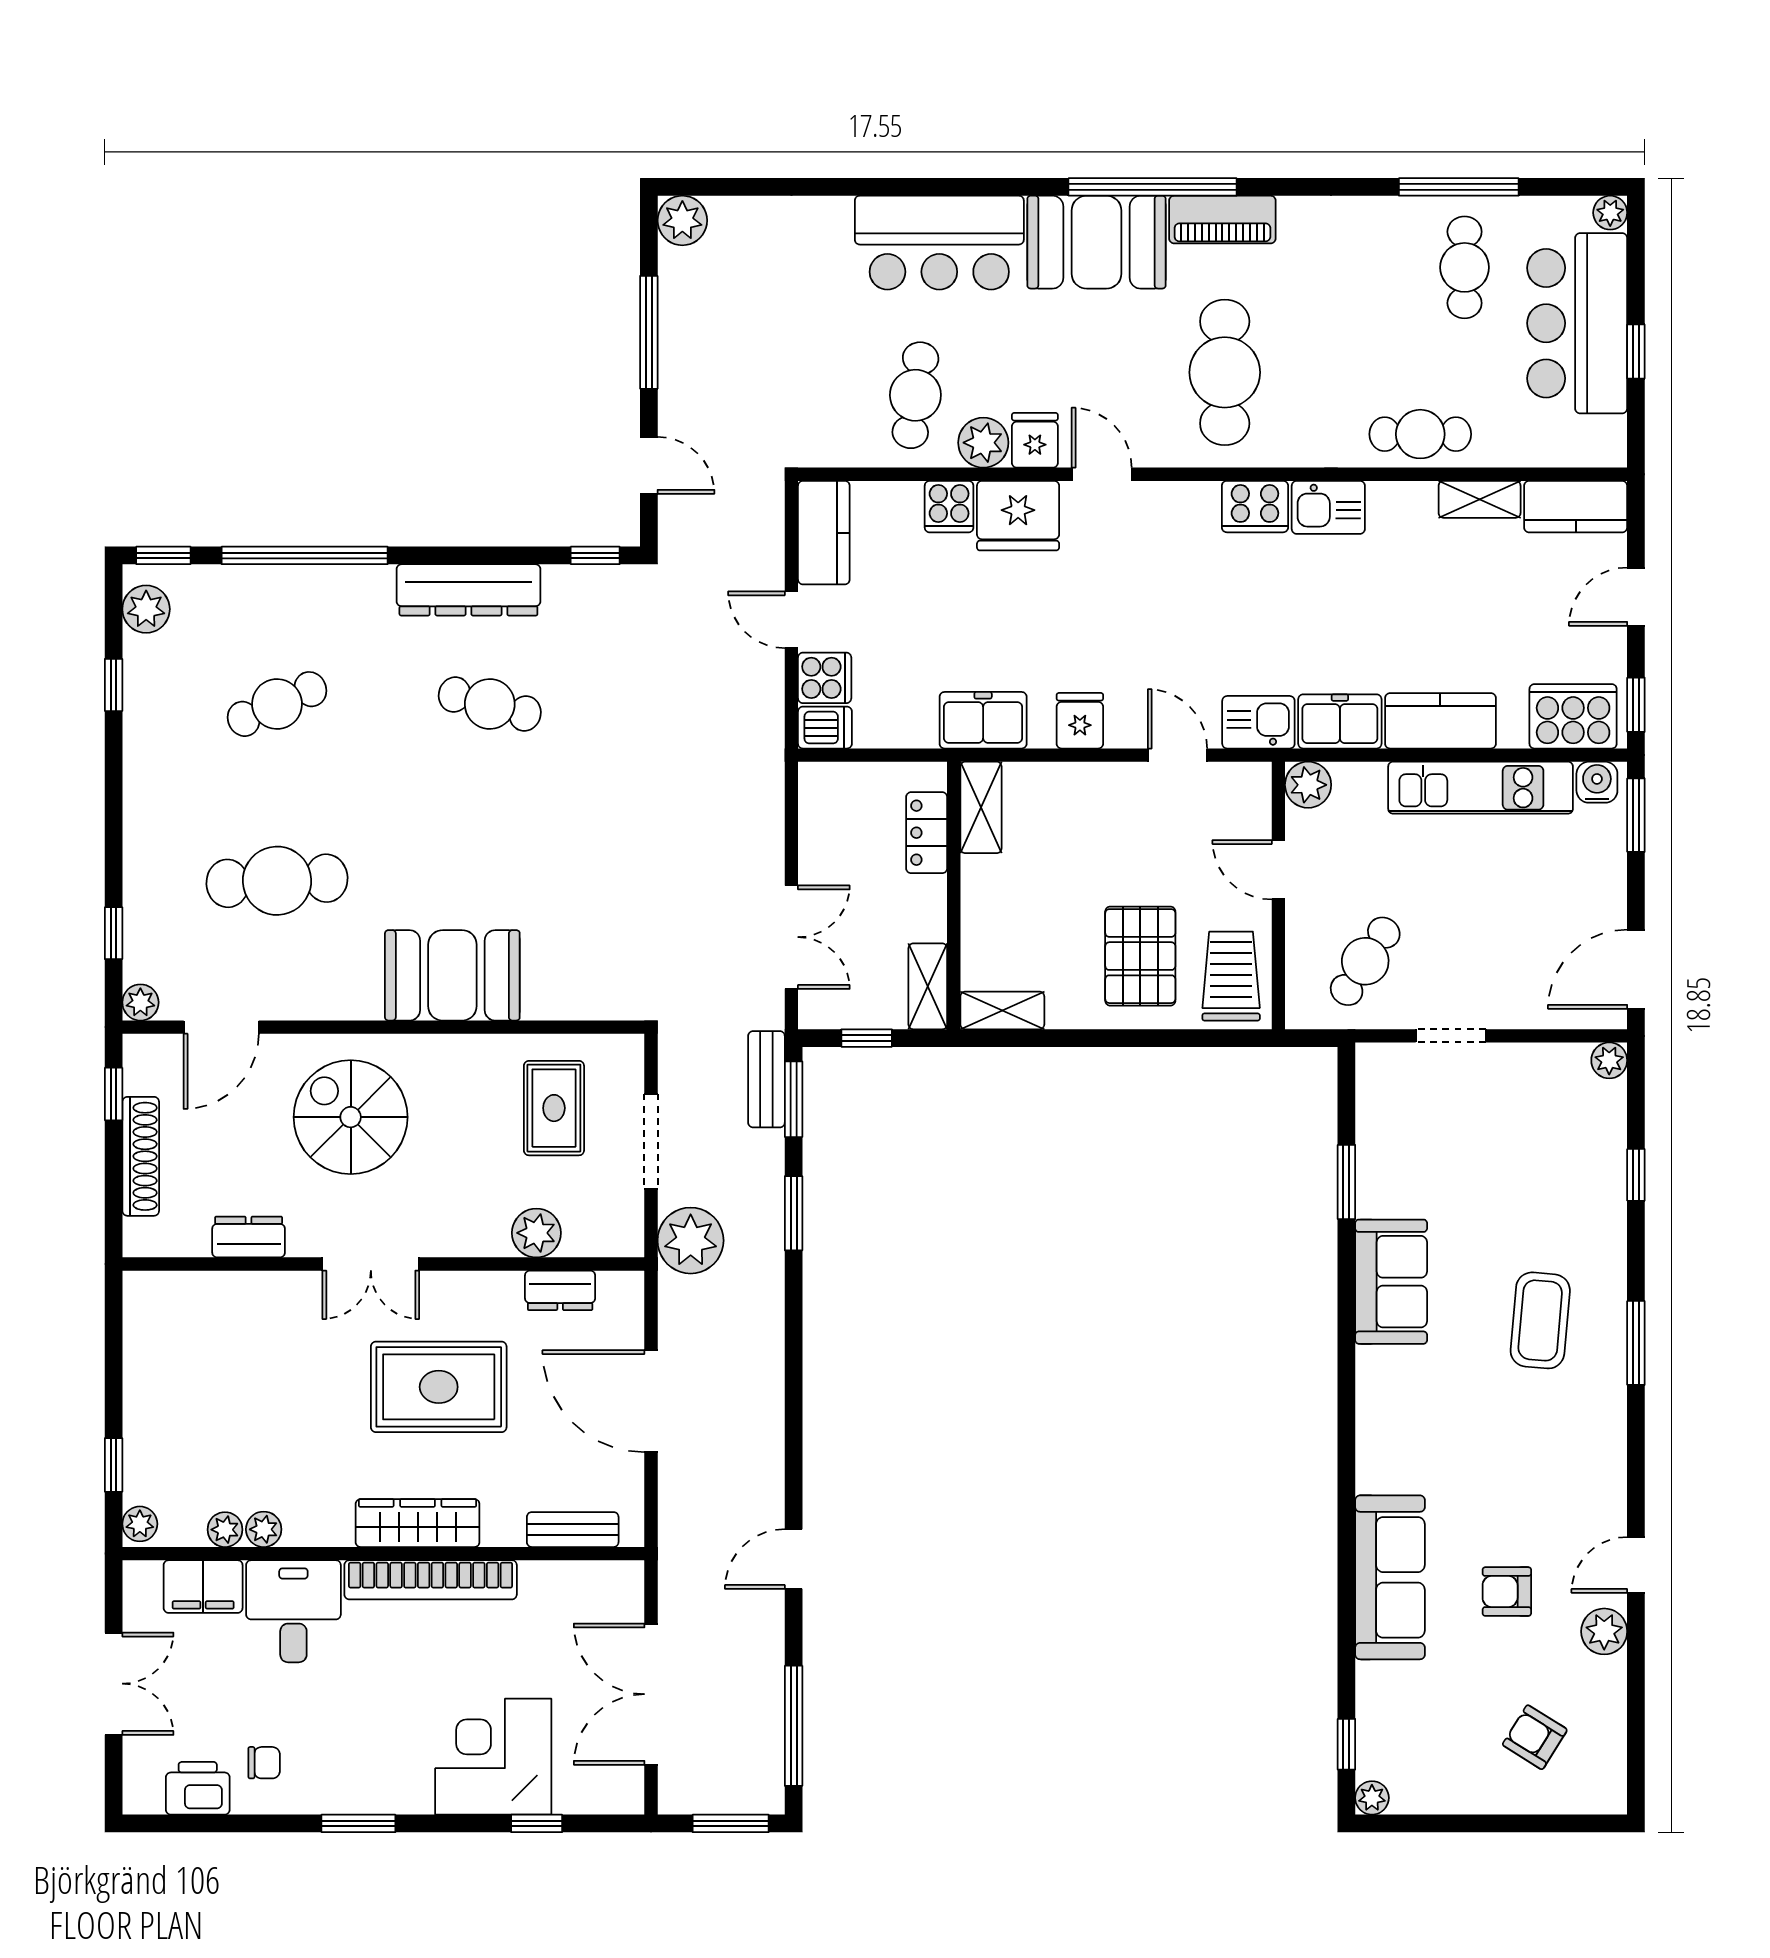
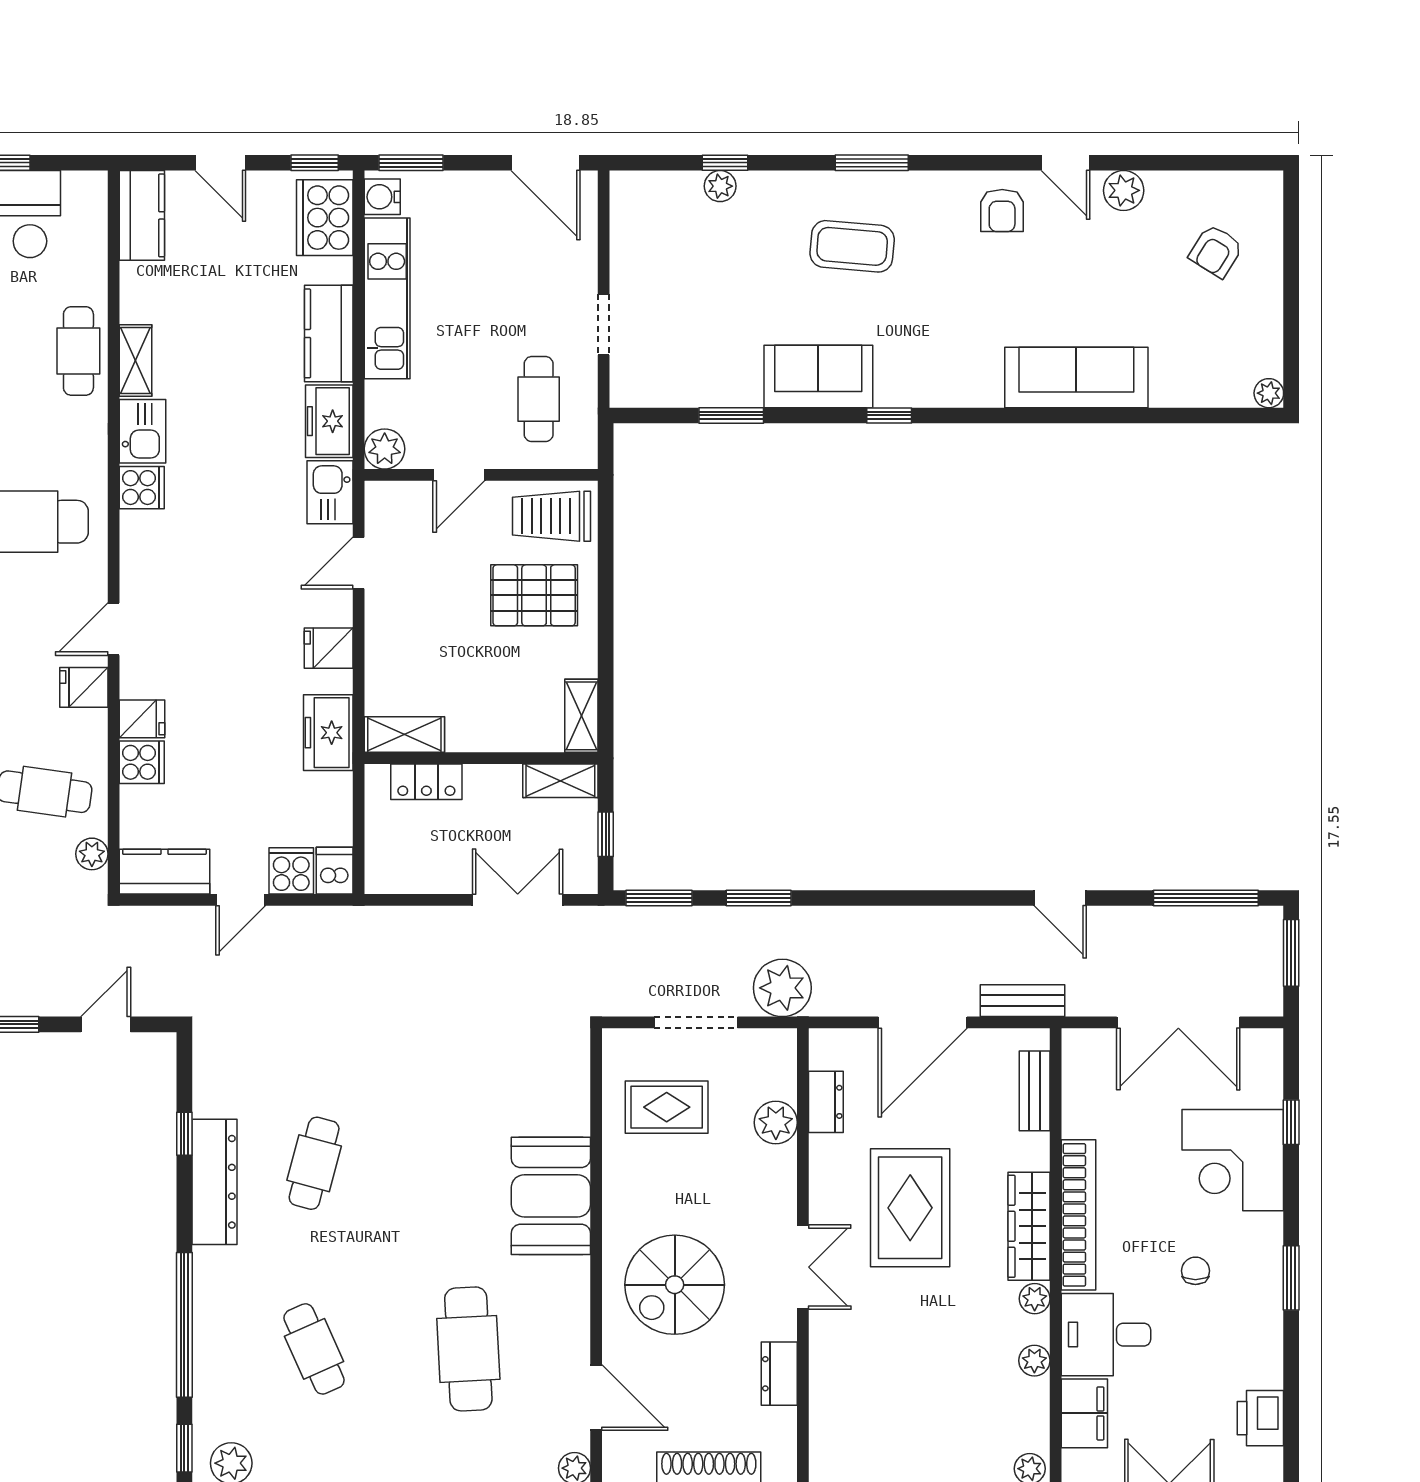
plant: (983, 443) -> (92, 854), moved, width x0.73, depth x0.73
shelving: (1480, 499) -> (135, 360), moved
cooker: (1255, 507) -> (142, 488), width x0.73
fridge: (1018, 516) -> (142, 719), width x0.53, depth x0.75
window: (595, 555) -> (184, 1134), moved
cafe table: (1365, 961) -> (539, 399), turned 57
plant: (1609, 1060) -> (720, 186), moved
bench: (766, 1079) -> (1023, 1001), moved
plant: (225, 1530) -> (1035, 1299), moved
armchair: (1507, 1592) -> (1002, 210), moved
window: (1346, 1744) -> (889, 415), moved
chair: (264, 1763) -> (1195, 1271), moved

